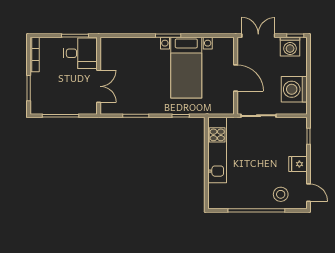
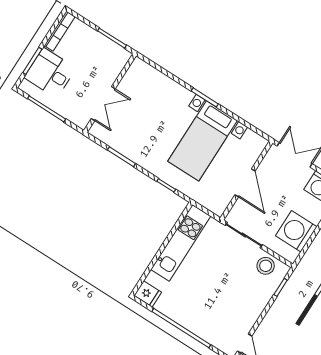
desk: (80, 53) -> (50, 73), moved, turned 180
fridge: (298, 164) -> (148, 294), moved, turned 180
stool: (281, 194) -> (266, 266), moved

